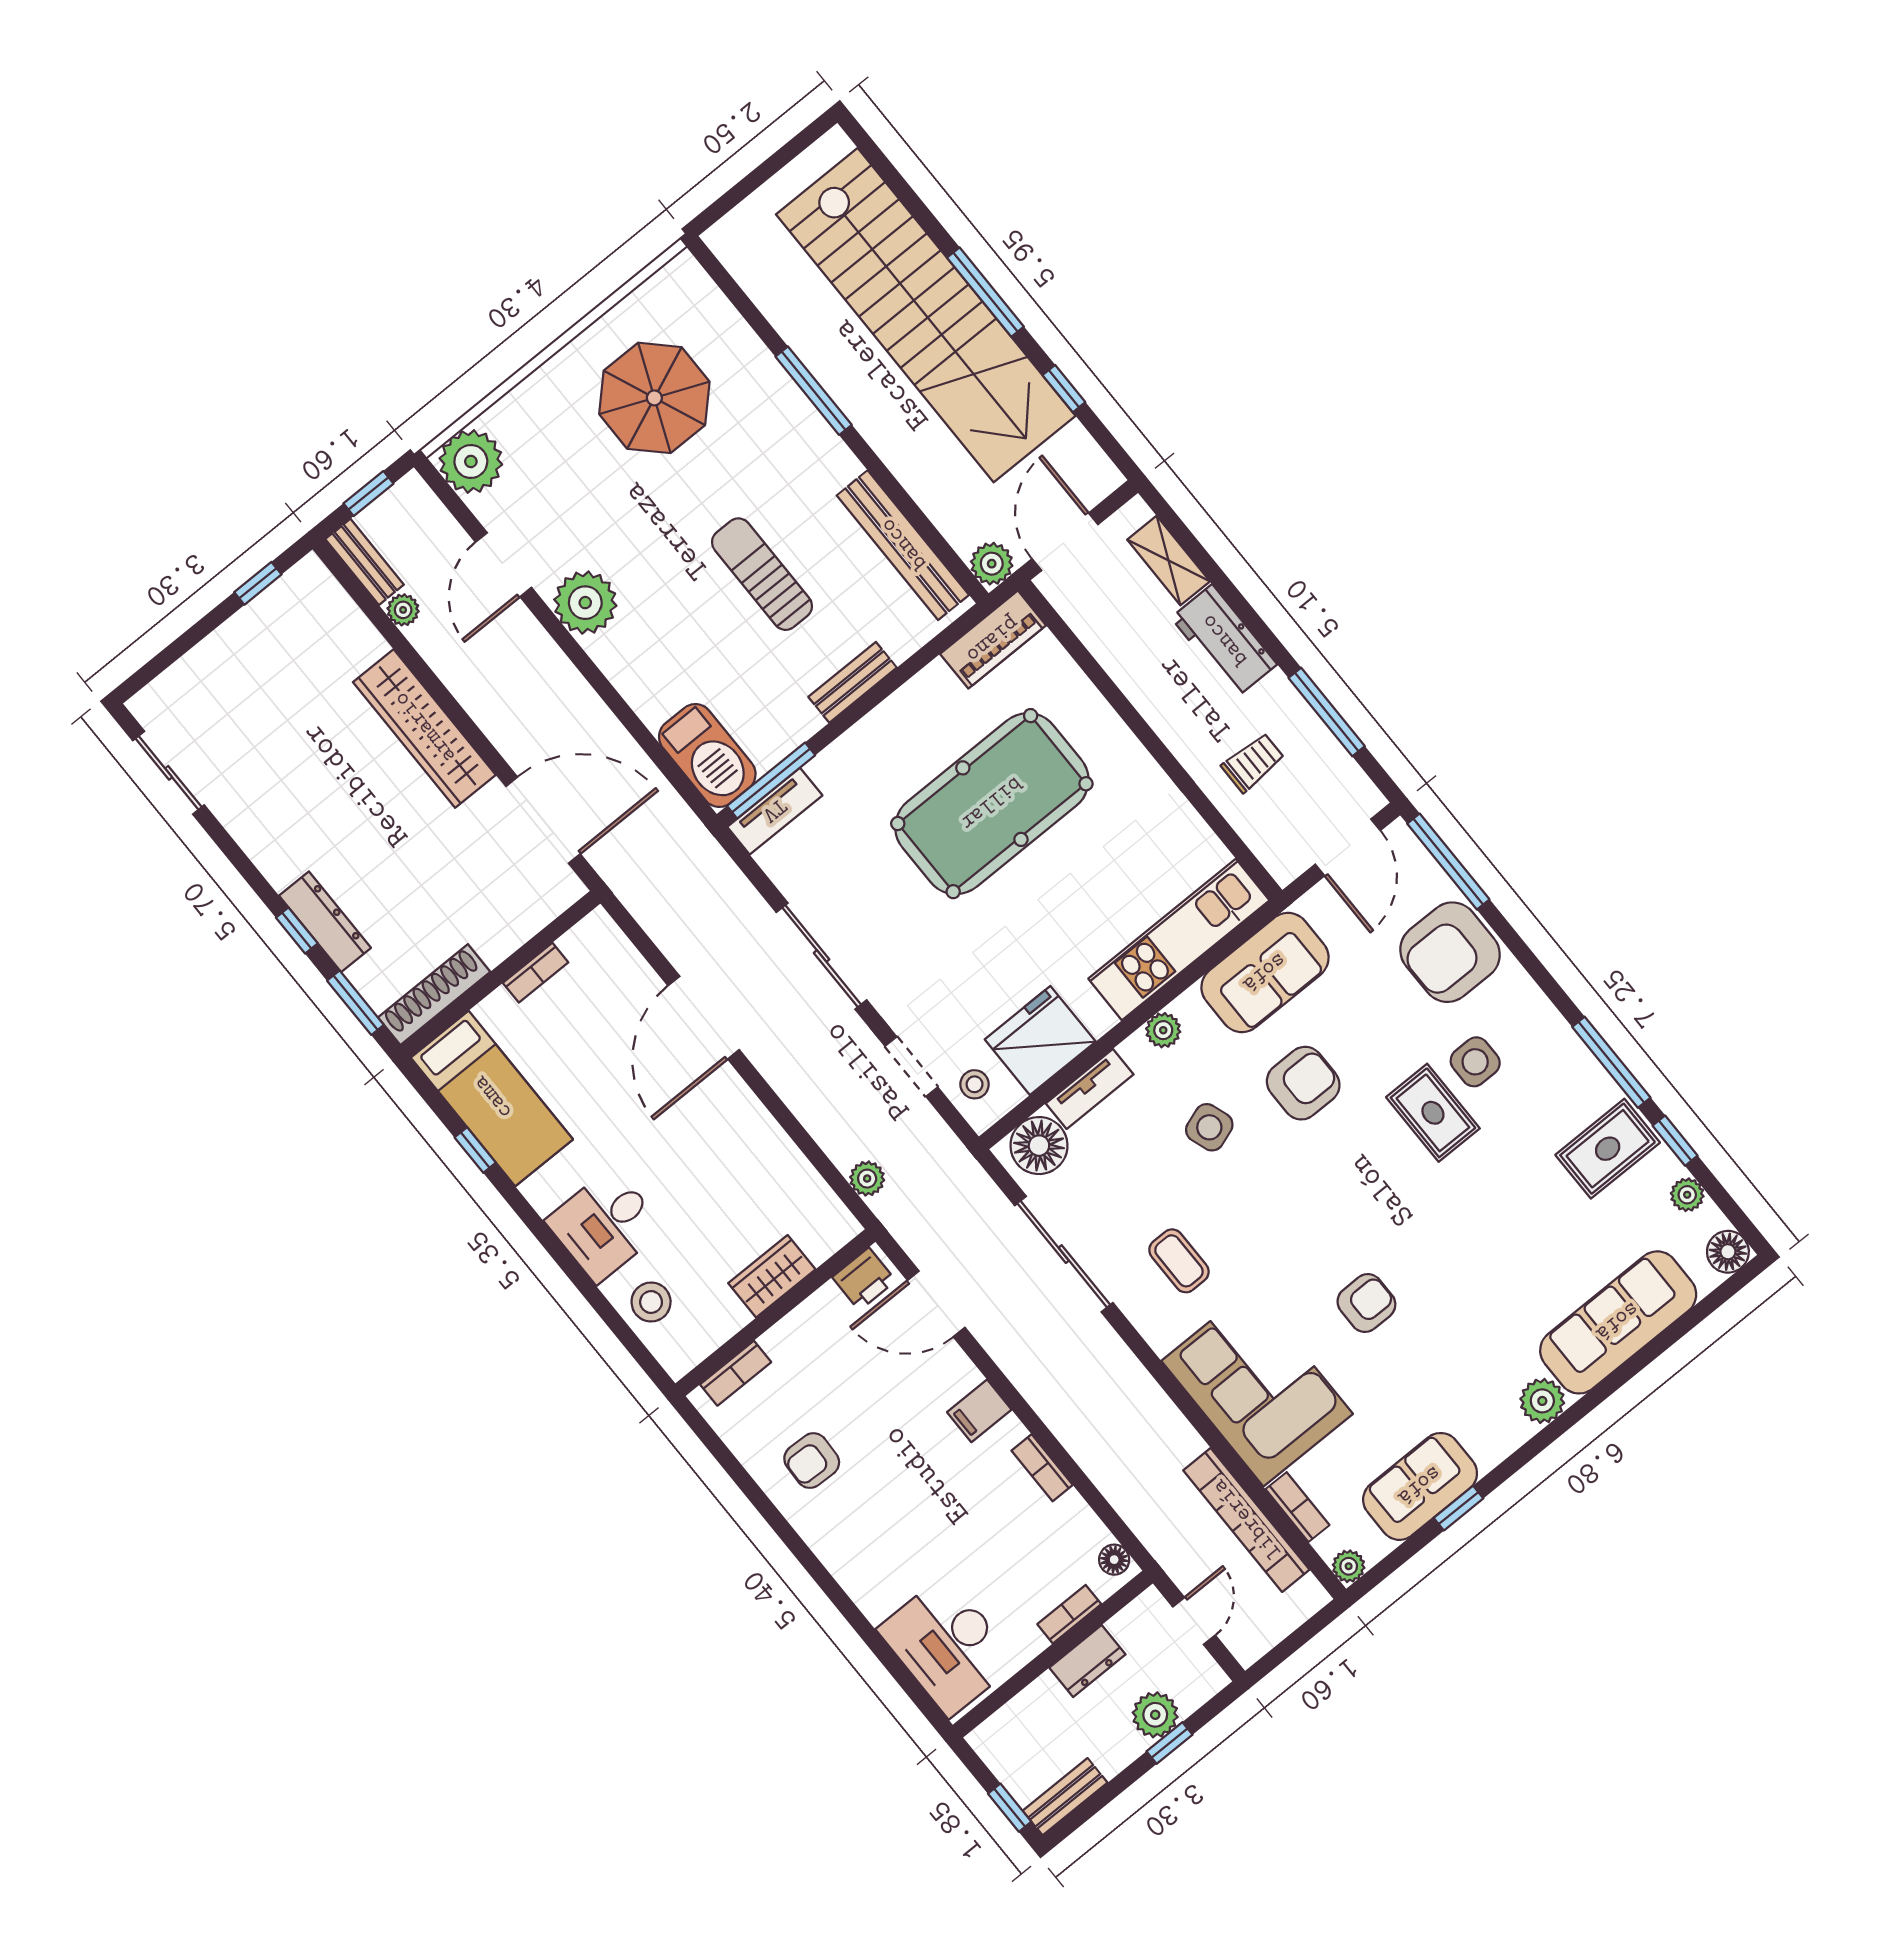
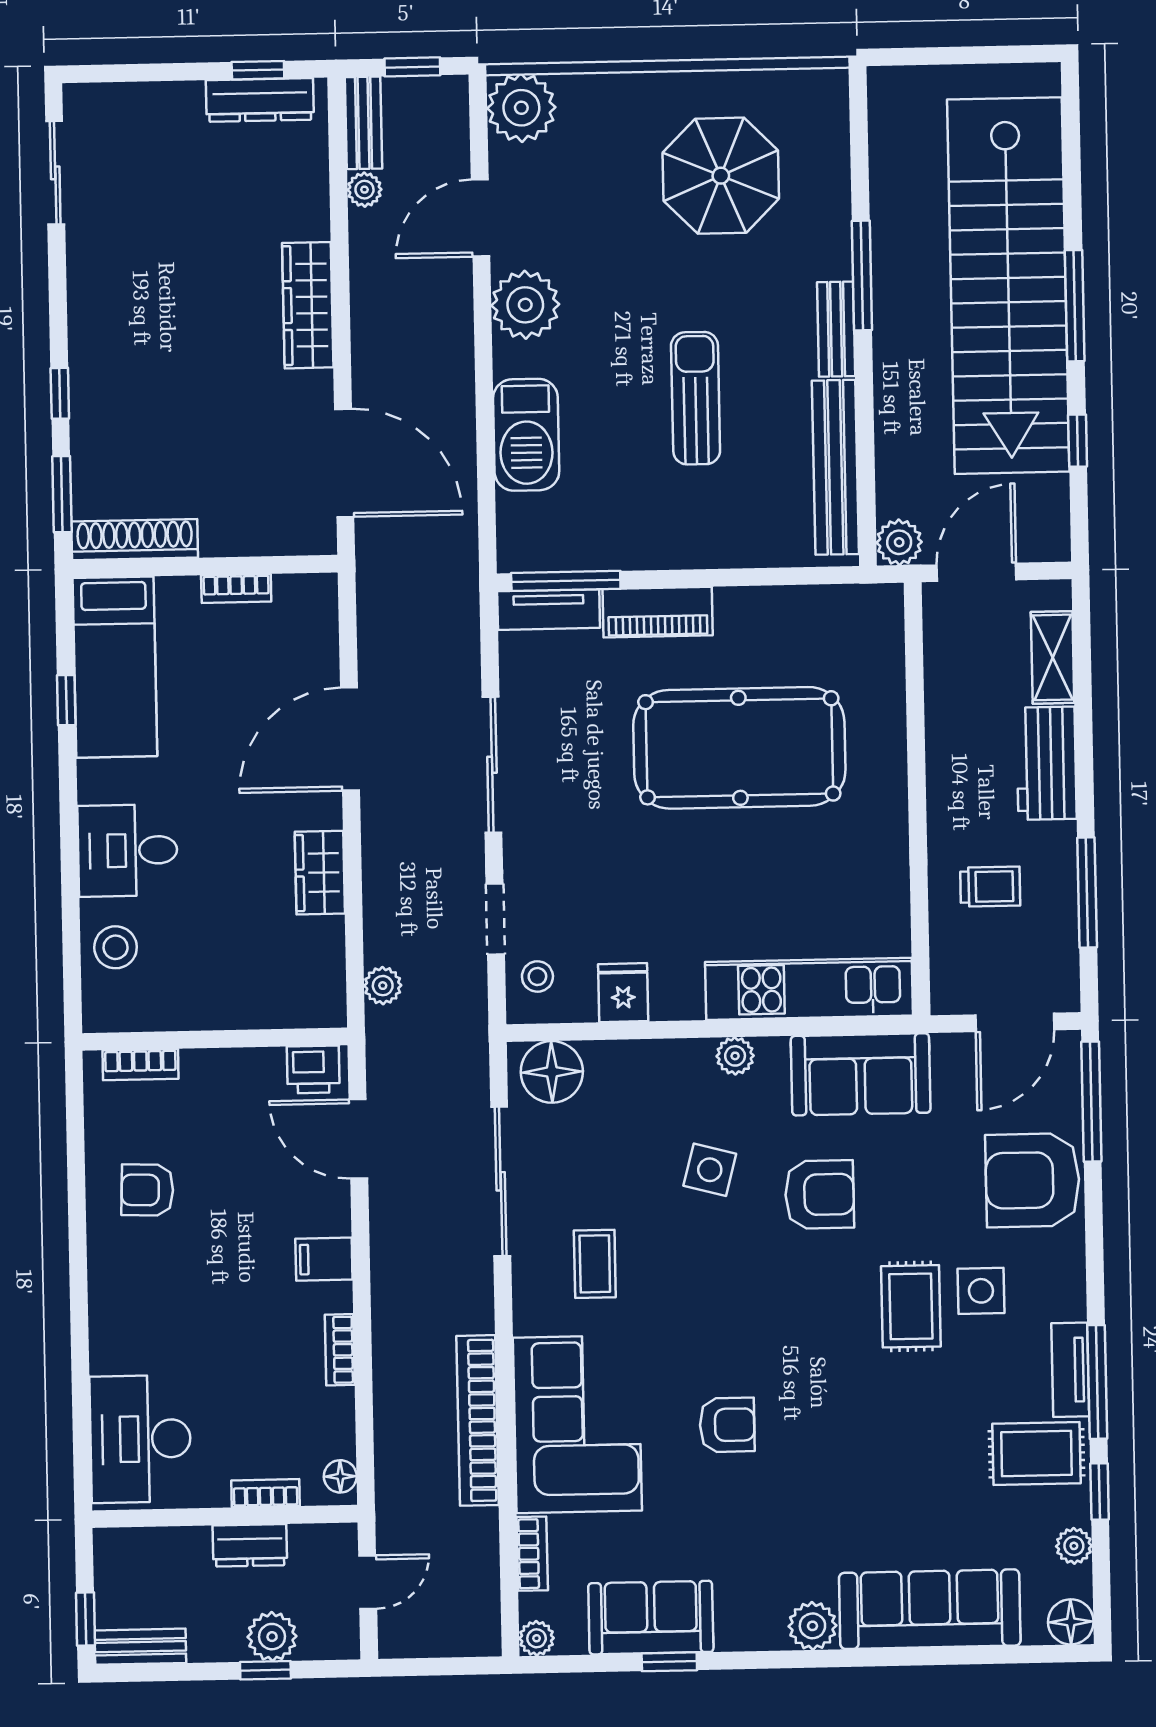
piano: (993, 640) -> (658, 612), moved
bench: (853, 682) -> (836, 329), moved, turned 90
wardrobe: (424, 728) -> (308, 305), width x0.71, depth x0.85
barbecue: (707, 756) -> (526, 435), moved
dresser: (325, 922) -> (260, 100), moved, turned 90
fridge: (1040, 1040) -> (623, 993), width x0.53, depth x0.75
tv unit: (1090, 1089) -> (1070, 1370), moved, turned 90
side table: (1209, 1127) -> (710, 1170), turned 34
wardrobe: (772, 1276) -> (320, 873), moved, turned -90
bookcase: (1246, 1520) -> (478, 1420), moved

